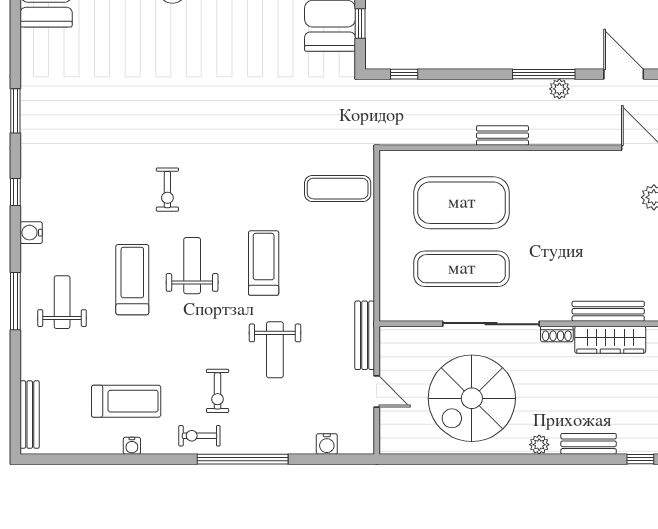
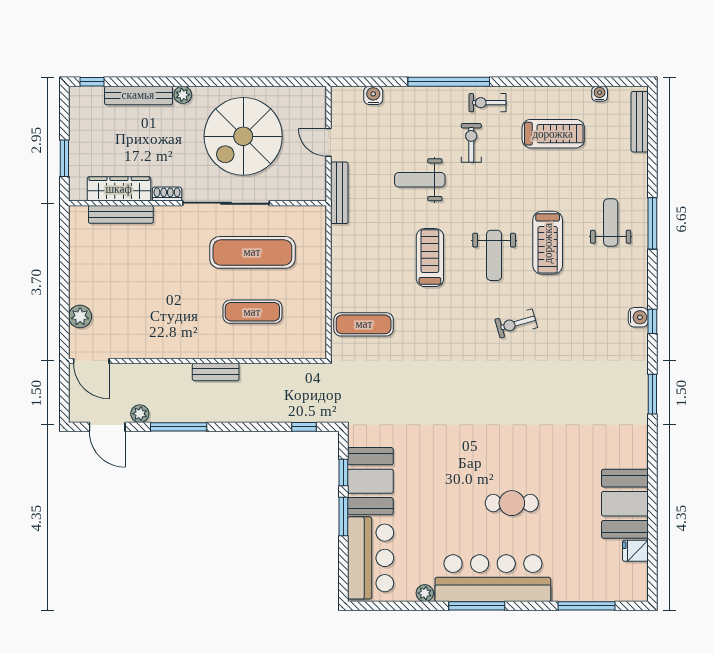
plant: (559, 89) -> (140, 414), moved
exercise bike: (167, 190) -> (516, 323), turned -106
exercise mat: (462, 203) -> (252, 312), width x0.50, depth x0.69
water cooler: (31, 233) -> (638, 317), moved
treadmill: (264, 263) -> (430, 258), turned 180
weight bench: (62, 302) -> (611, 223), turned 180
weight bench: (275, 350) -> (420, 180), turned -90
spiral stairs: (472, 398) -> (243, 136), turned 180
treadmill: (126, 401) -> (553, 134), turned 180
exercise bike: (199, 436) -> (487, 103), turned 180
bench: (589, 444) -> (138, 95), width x1.36
water cooler: (132, 446) -> (600, 94), moved

